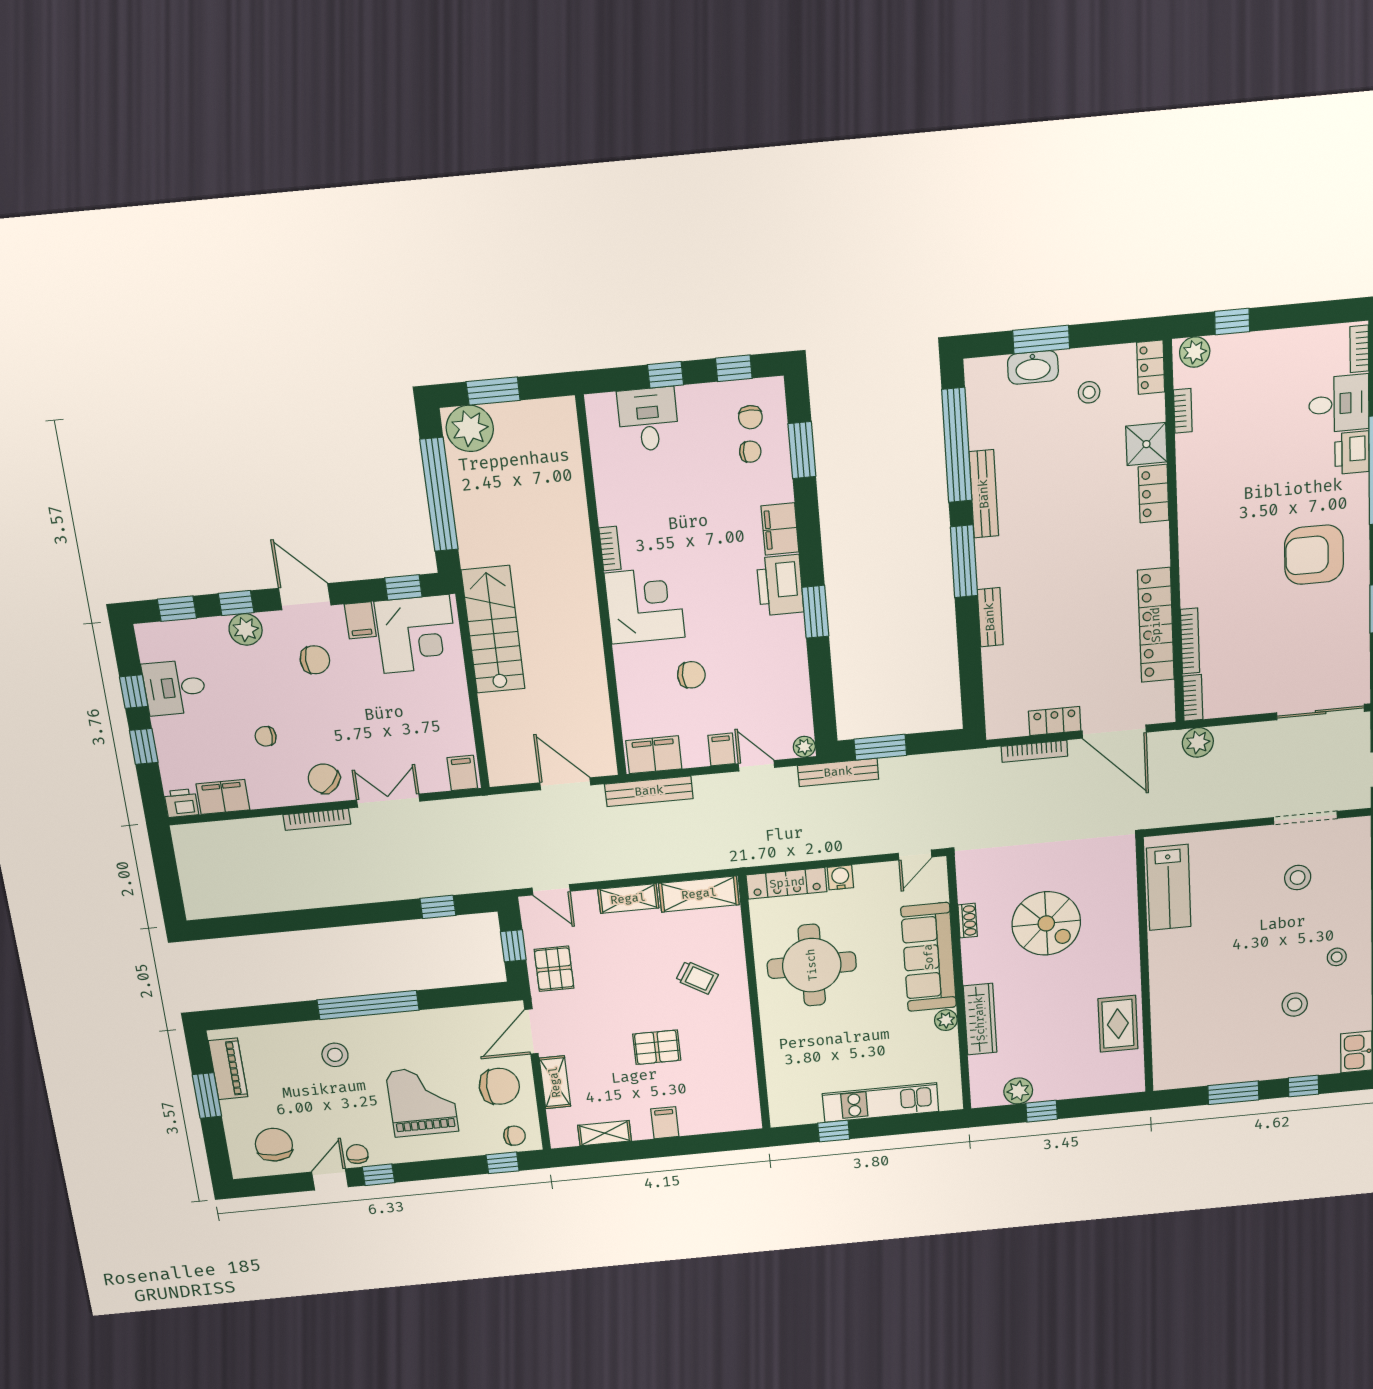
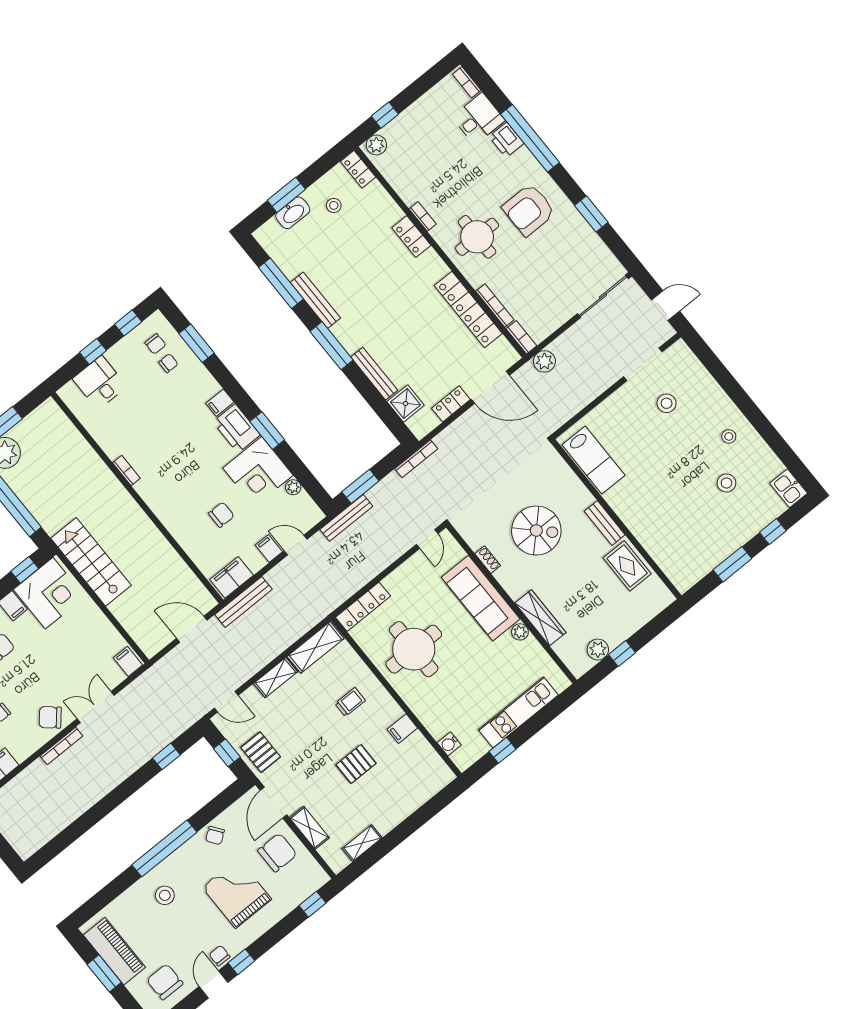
bookcase: (1183, 411) -> (423, 216), moved
shower: (1146, 444) -> (406, 403), moved
window: (957, 445) -> (281, 283), width x0.68
filing cabinet: (780, 529) -> (220, 403), width x0.50
round table: (1230, 546) -> (477, 237), added
corner desk: (645, 605) -> (258, 472), moved, turned 180
bench: (990, 617) -> (374, 374), width x1.36
plant: (804, 747) -> (293, 487), moved
bookcase: (1034, 751) -> (416, 459), moved
water cooler: (840, 877) -> (449, 744), moved, turned -90
bench: (1129, 963) -> (605, 523), added
trolley: (697, 977) -> (350, 702), turned -31
piano: (228, 1069) -> (114, 951), width x1.37, depth x1.33
filing cabinet: (665, 1123) -> (402, 729), moved, turned -90
chair: (515, 1136) -> (215, 835), moved, turned 144

